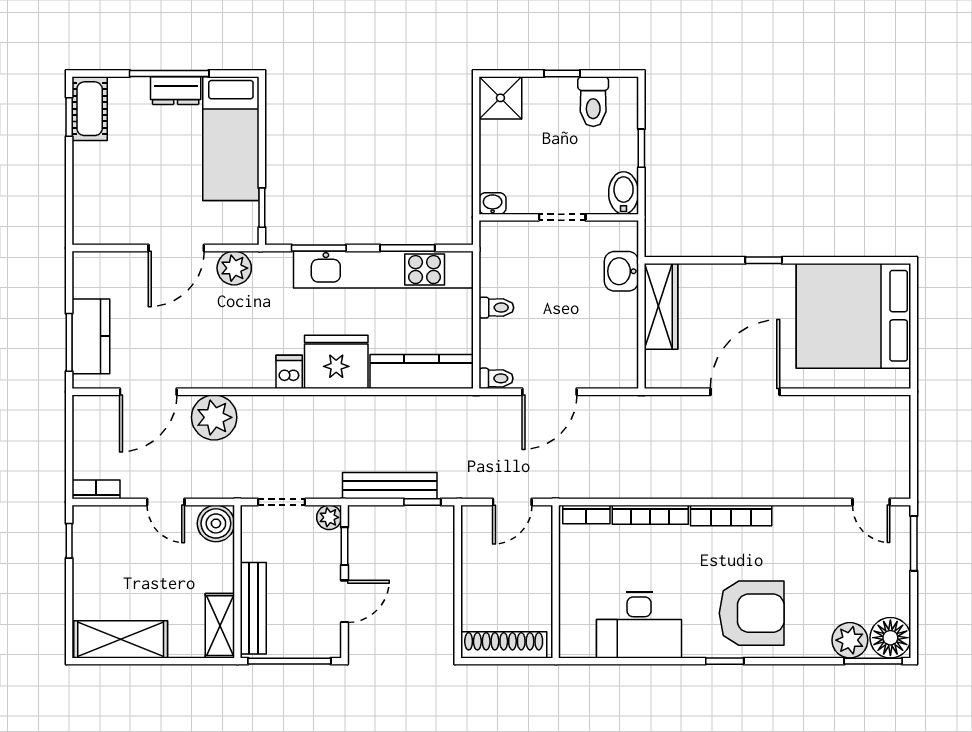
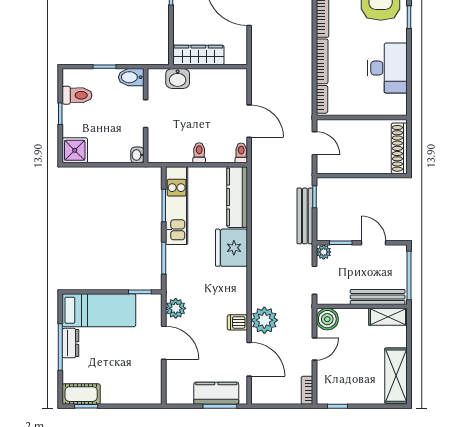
kitchen unit: (383, 270) -> (177, 206), width x0.73
dishwasher: (289, 372) -> (237, 322), moved

